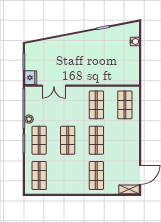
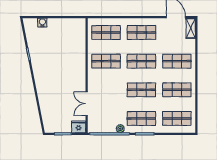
double door: (54, 86) -> (87, 104), swing flipped
shop shelf: (125, 140) -> (141, 32), added
shop shelf: (68, 175) -> (177, 90), added

